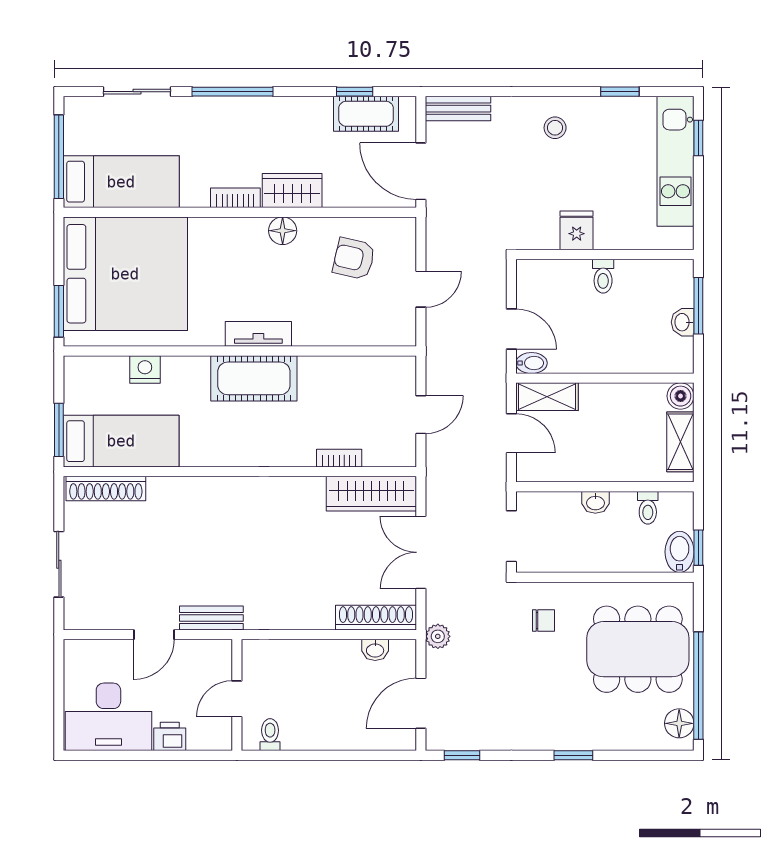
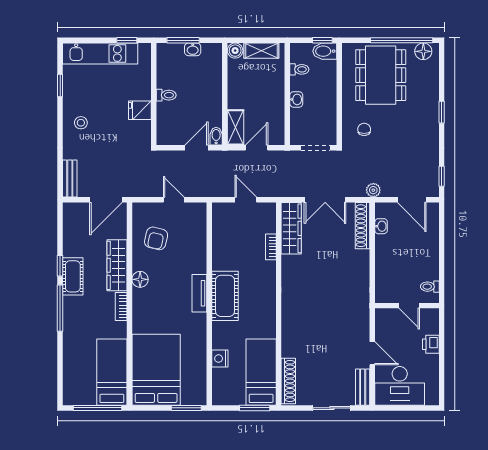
sliding door: (137, 92) -> (60, 363), removed
window: (355, 92) -> (60, 266), moved
cot: (366, 114) -> (73, 276), moved
window: (698, 138) -> (127, 40), moved
wardrobe: (292, 191) -> (117, 265), width x1.50
bed: (125, 274) -> (156, 370), width x0.73
bench: (211, 618) -> (363, 387), moved
desk: (108, 717) -> (400, 386), moved, turned 90

